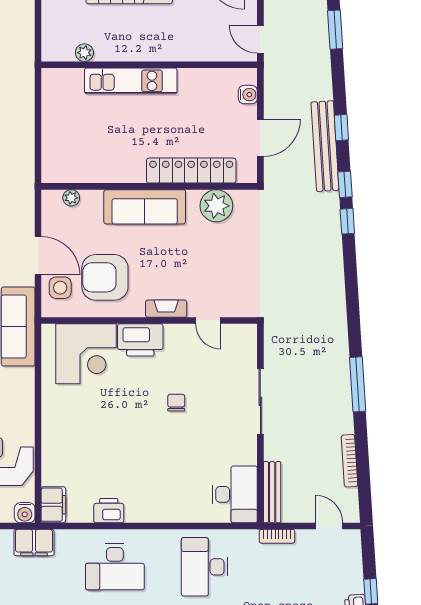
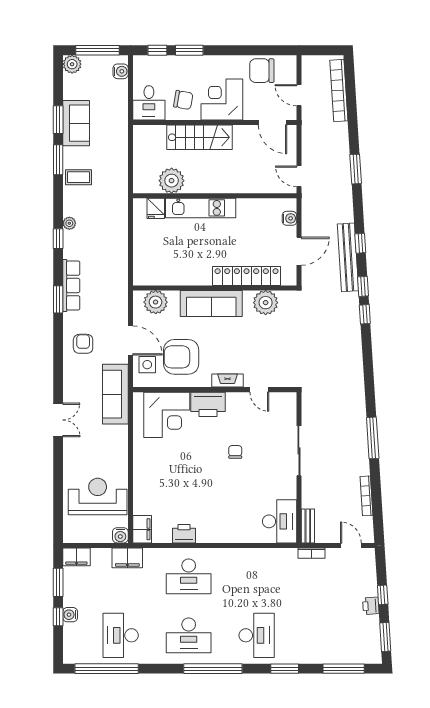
plant: (84, 53) -> (172, 181), width x1.87, depth x1.87
fridge: (72, 81) -> (156, 208), added
plant: (71, 198) -> (156, 302), width x1.88, depth x1.88
bench: (272, 492) -> (308, 526), width x0.73
desk: (205, 567) -> (257, 576), removed

